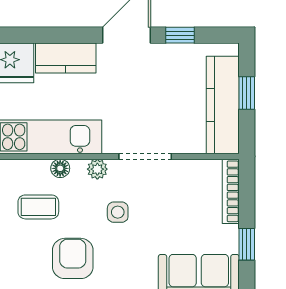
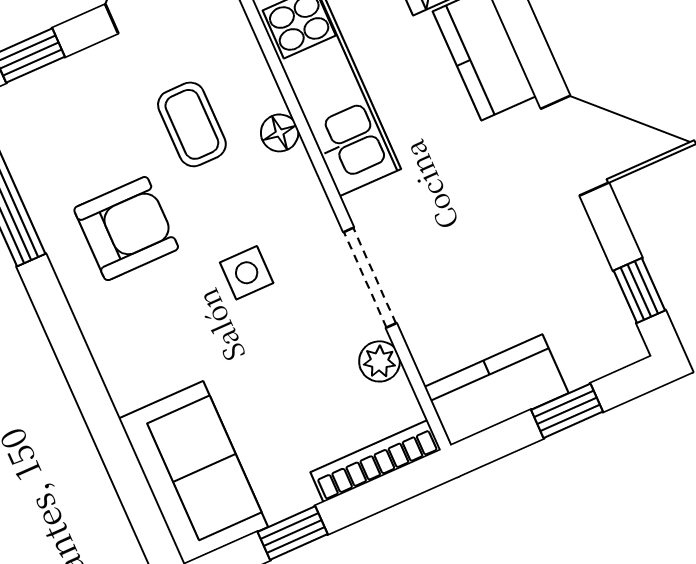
window: (180, 35) -> (639, 290), moved
kitchen counter: (223, 105) -> (496, 390), width x0.67
plant: (97, 169) -> (380, 361), moved

